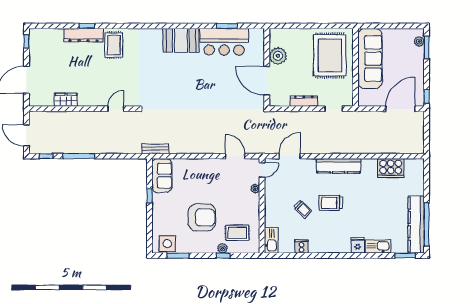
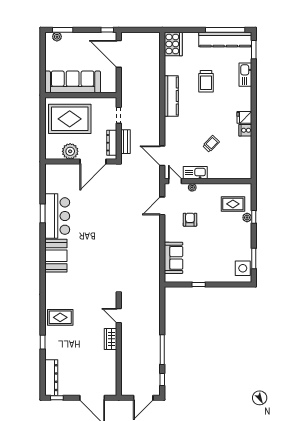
dresser: (84, 35) -> (51, 378), moved
plant: (278, 56) -> (70, 151), moved
wall: (267, 67) -> (81, 162), moved
door: (267, 81) -> (93, 162), moved
wardrobe: (66, 100) -> (111, 339), moved
bench: (155, 149) -> (126, 142), moved
kitchen counter: (339, 166) -> (171, 96), moved
cooker: (391, 168) -> (173, 44), moved
sofa: (162, 176) -> (174, 258), moved, turned 90
trolley: (331, 203) -> (206, 81), moved
armchair: (202, 217) -> (190, 220), moved, width x0.53, depth x0.53
rug: (237, 233) -> (233, 204), turned 90
kitchen sink: (271, 240) -> (195, 173), moved
fridge: (358, 245) -> (244, 117), moved
cooker: (302, 246) -> (245, 130), moved

